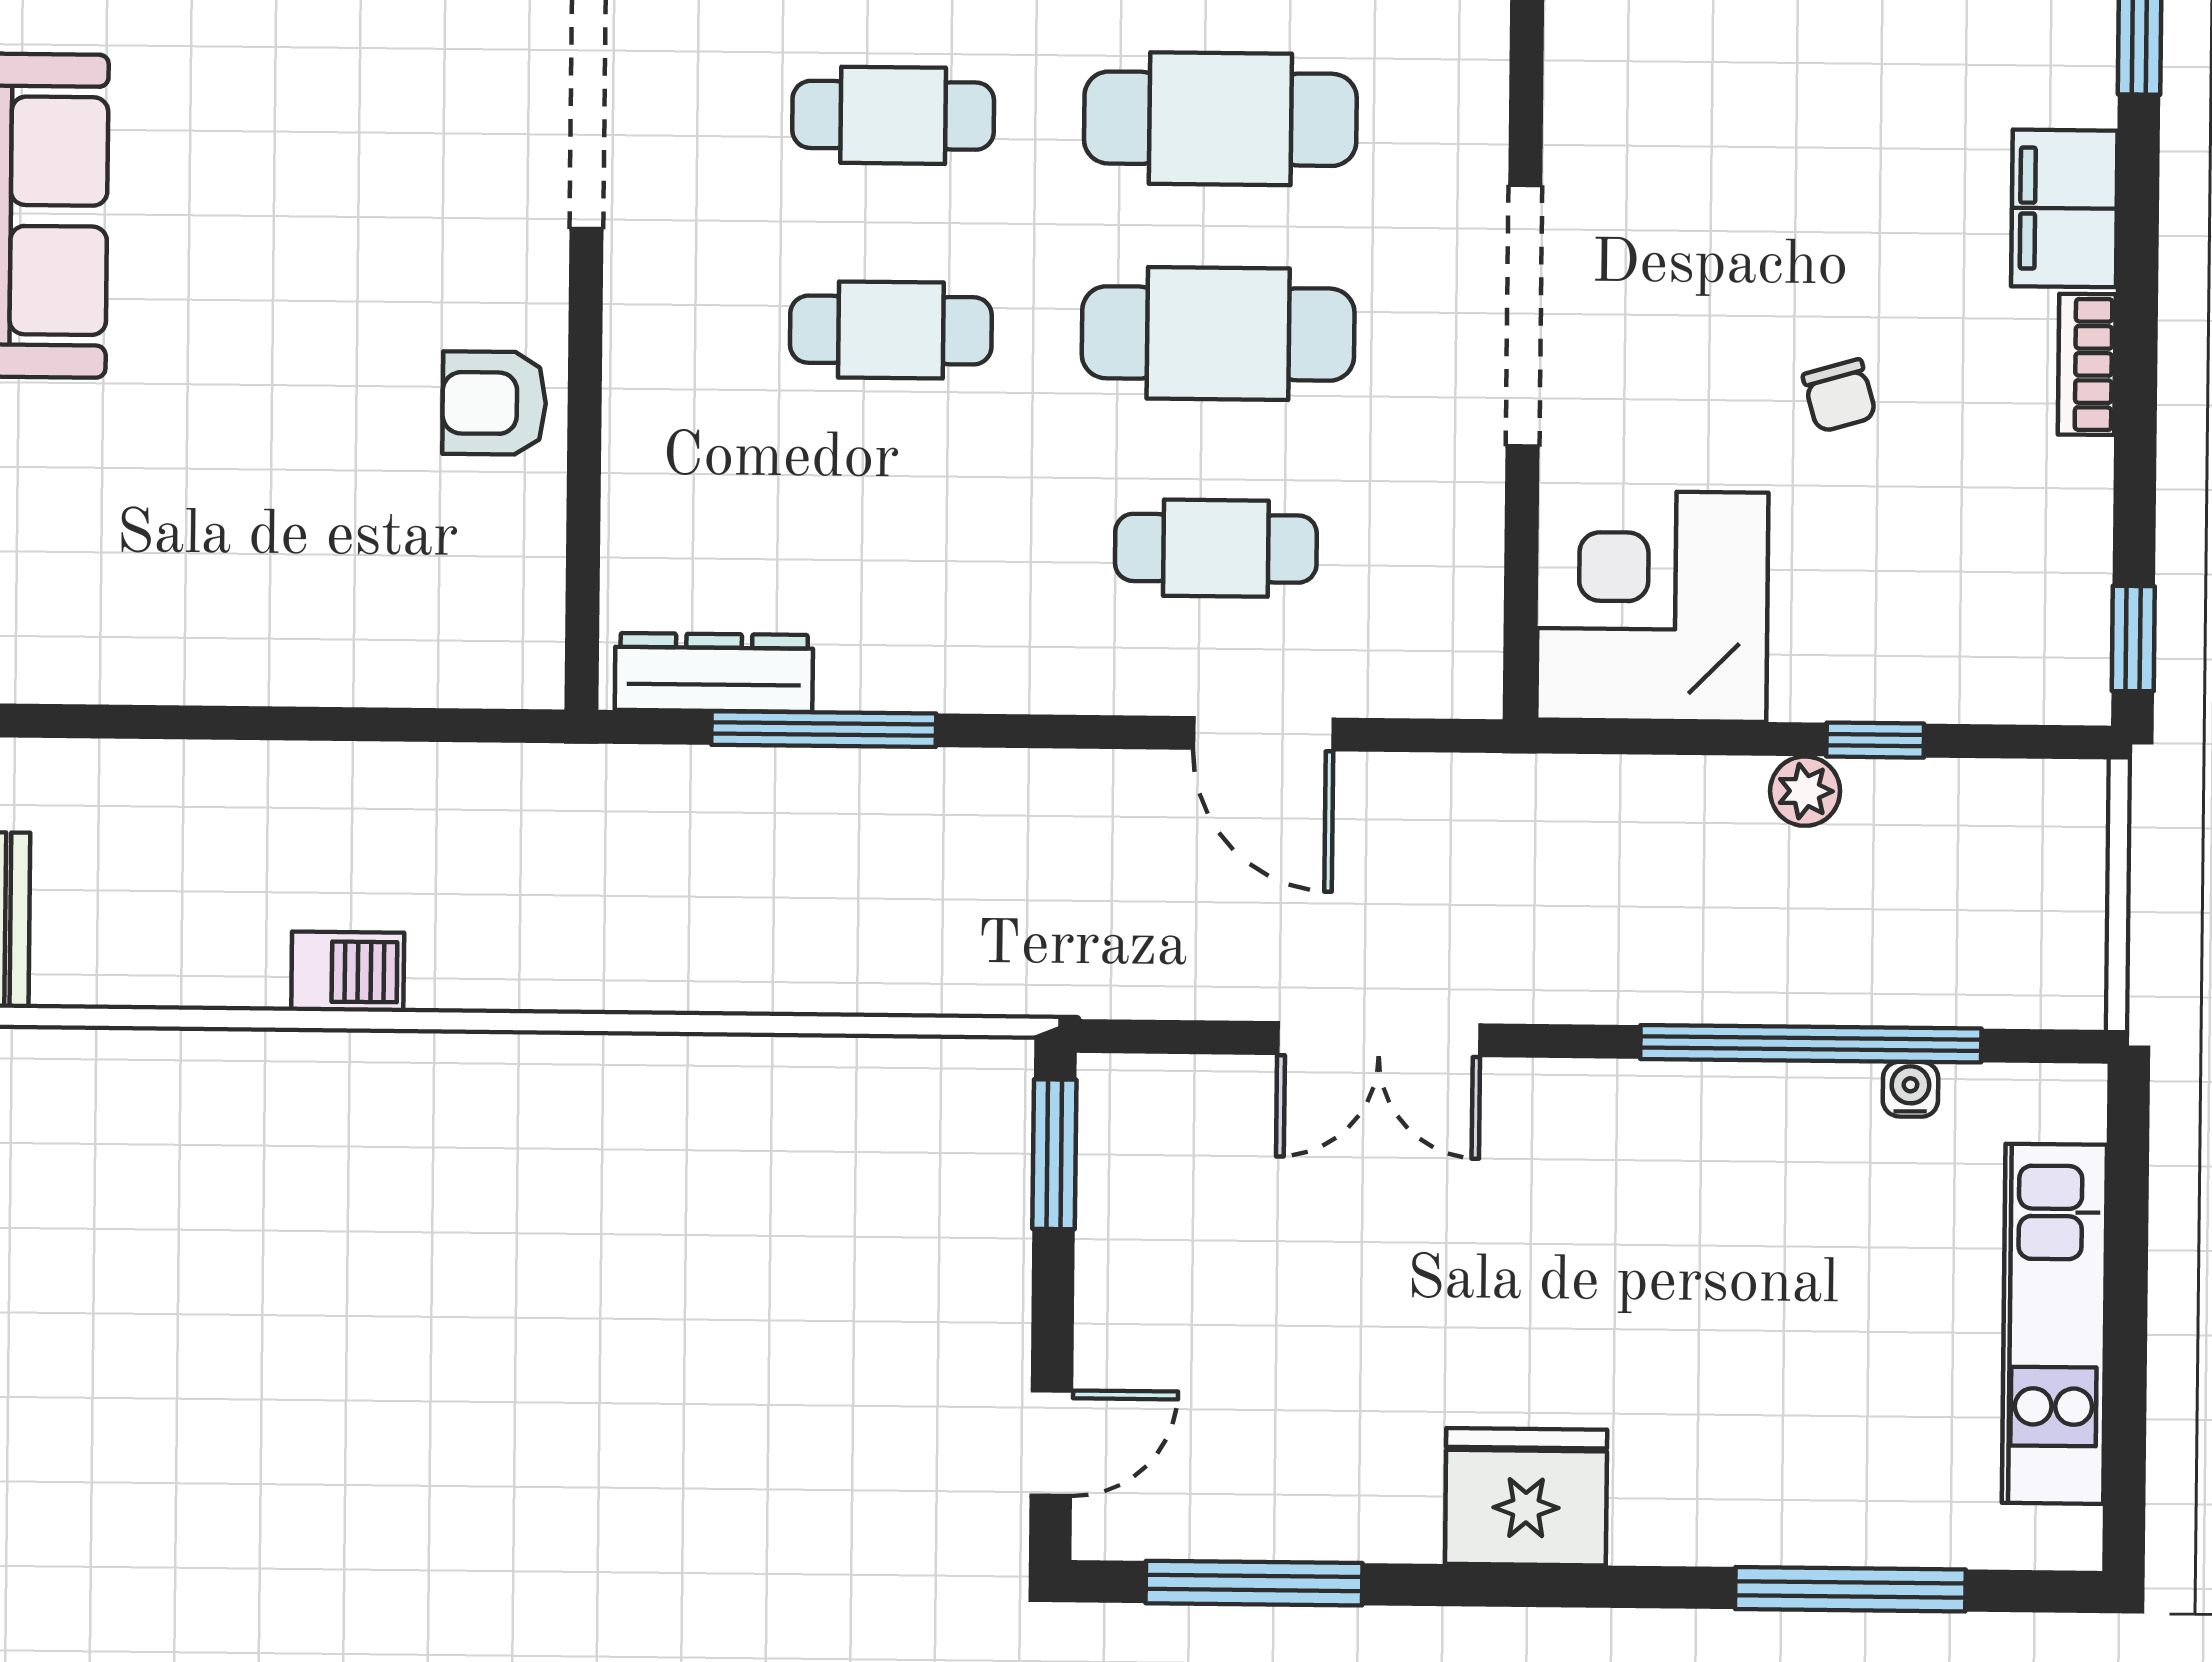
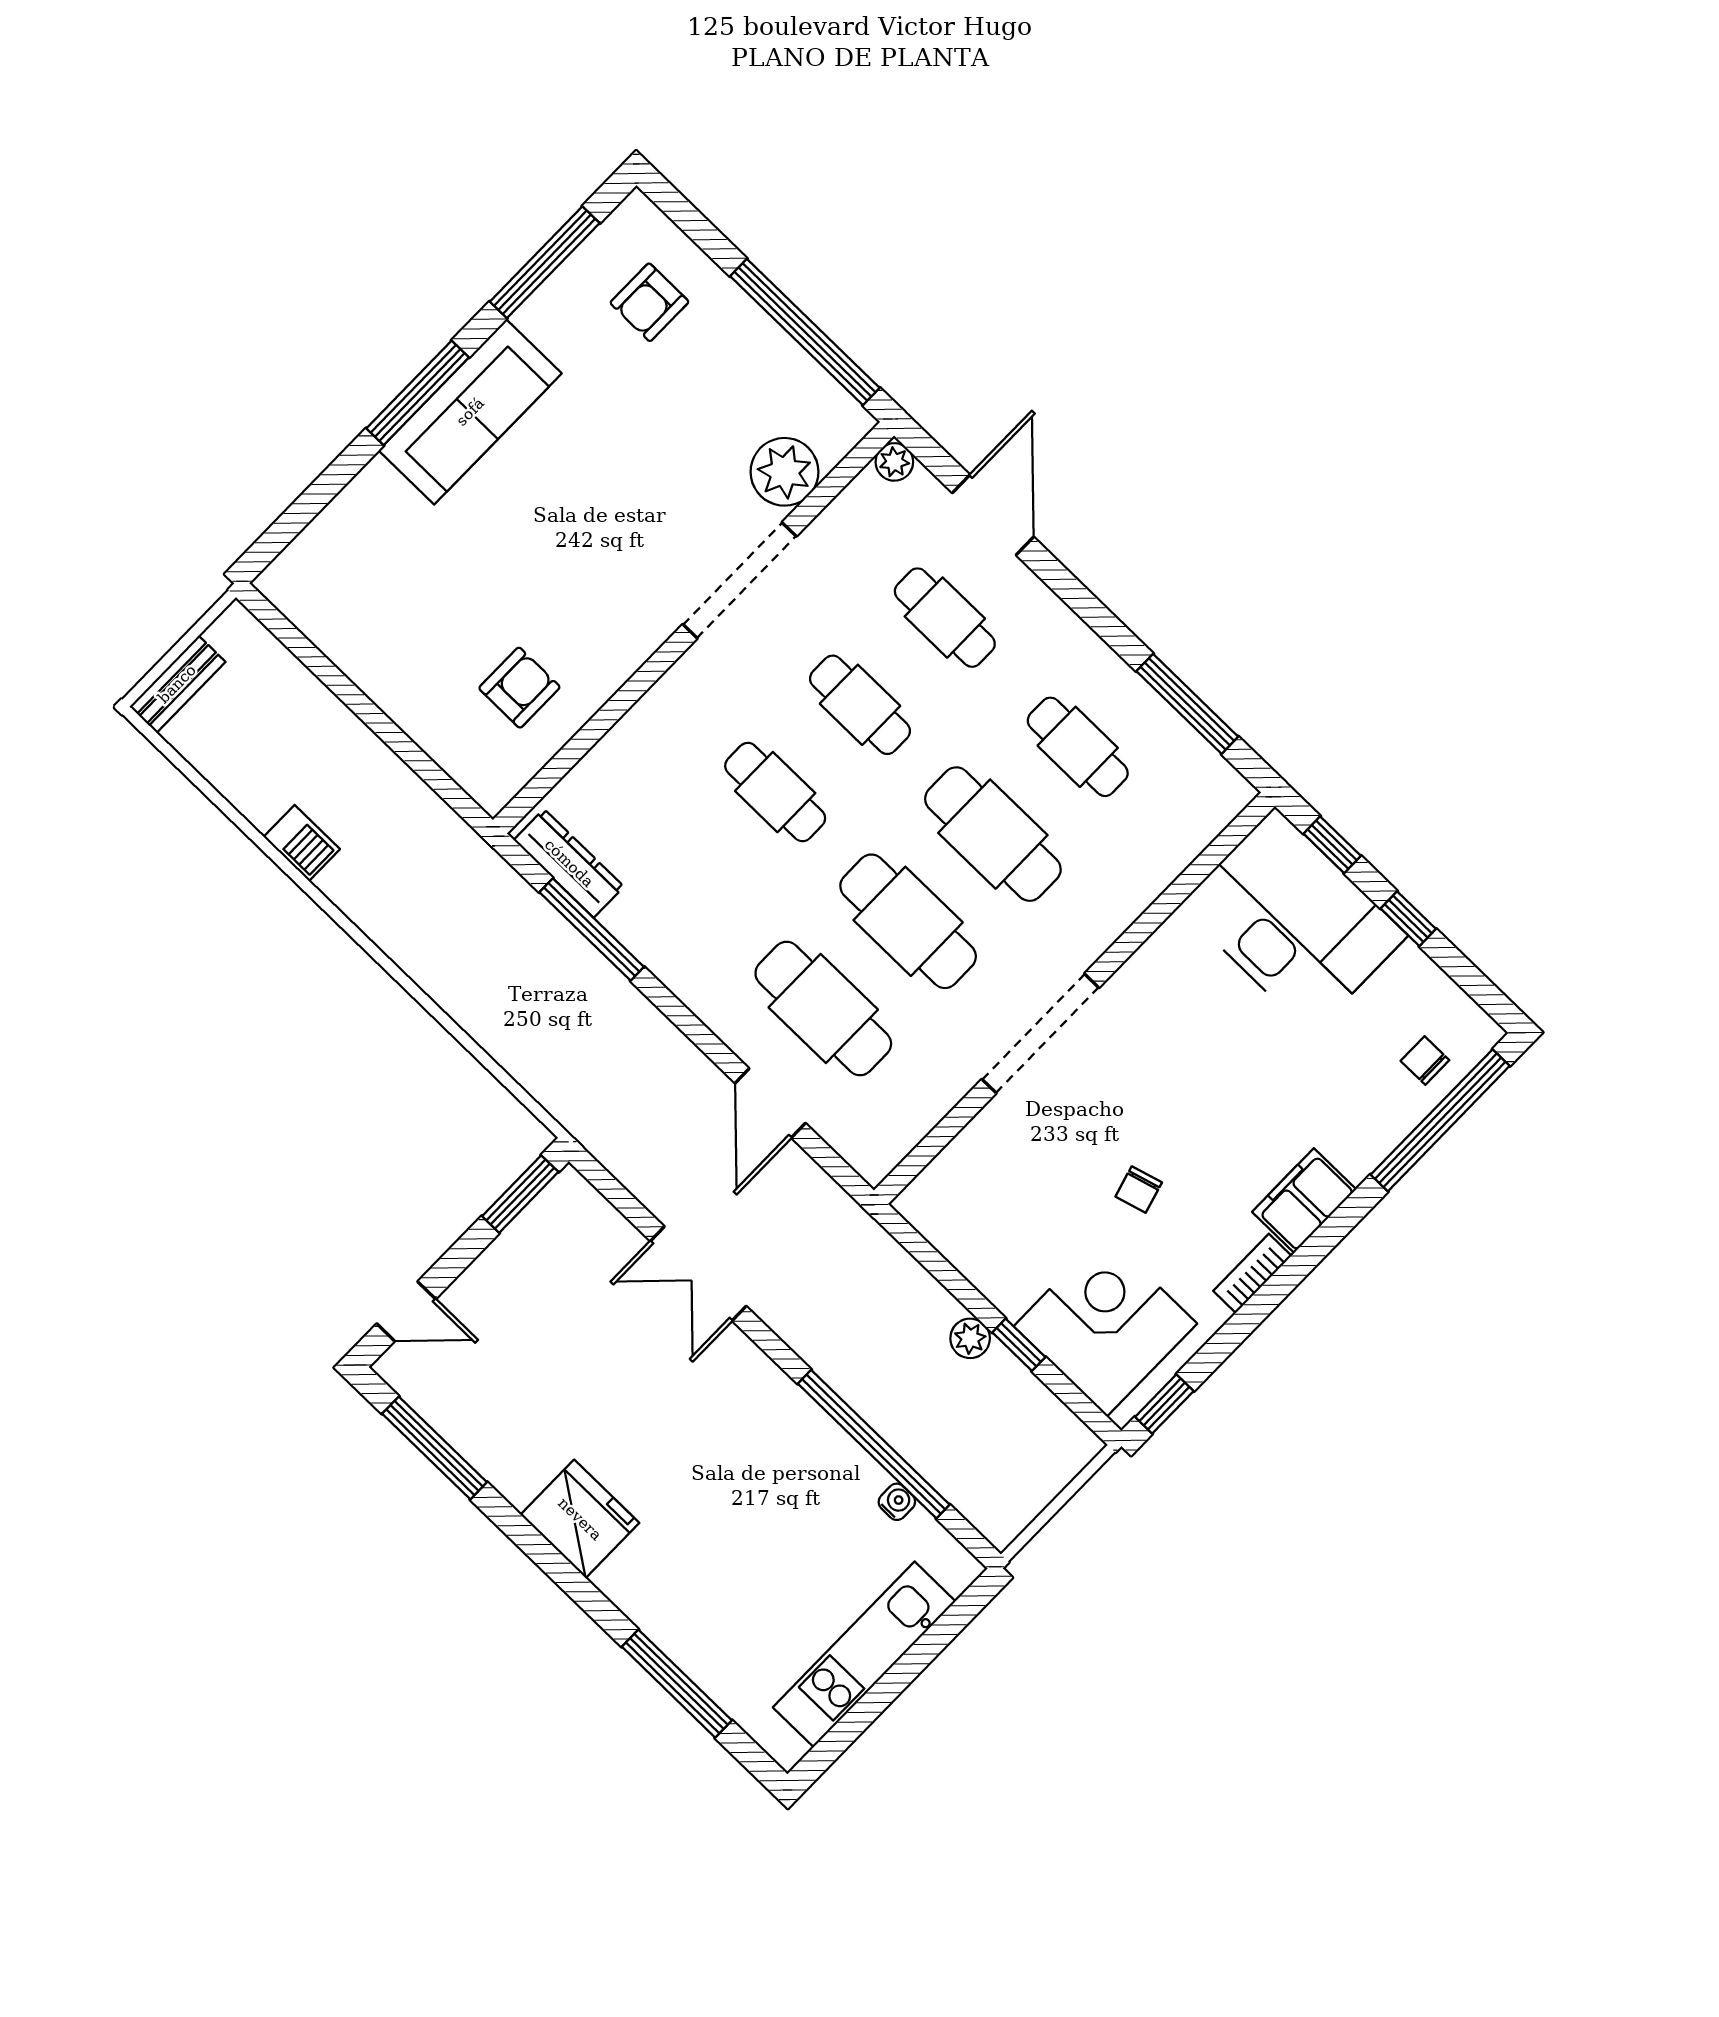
armchair: (494, 403) -> (519, 688), moved, turned 90
cafe table: (1216, 548) -> (823, 1009), width x1.37, depth x1.35
corner desk: (1652, 606) -> (1105, 1325), moved

